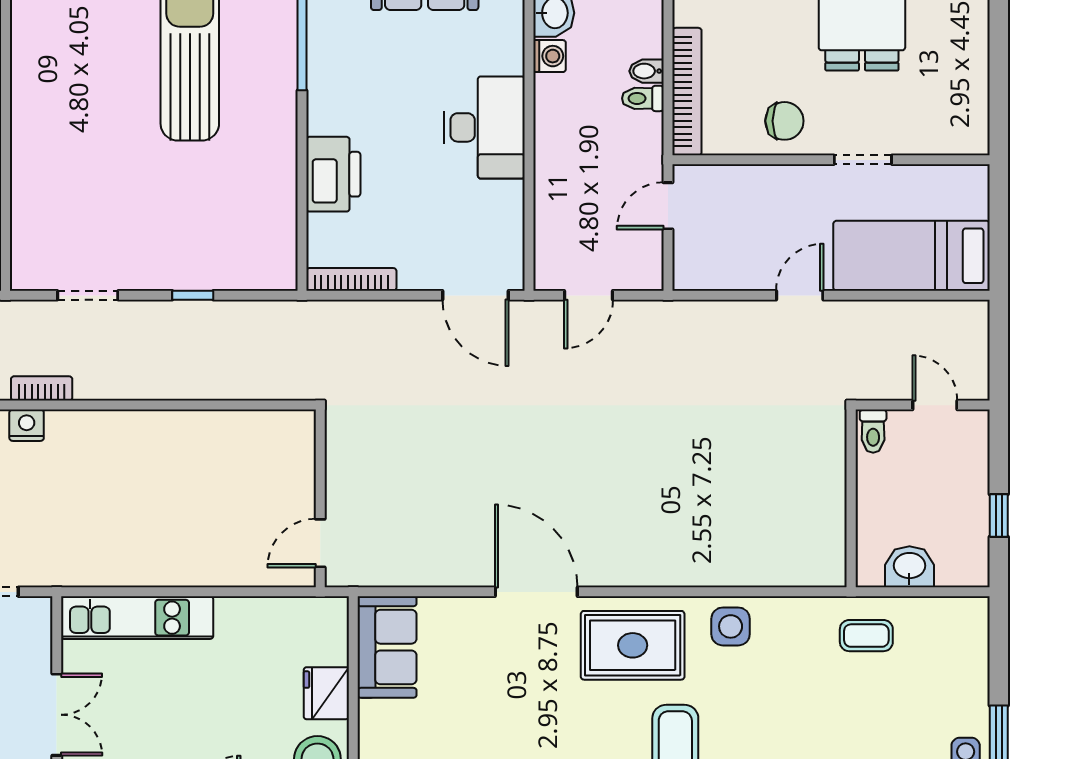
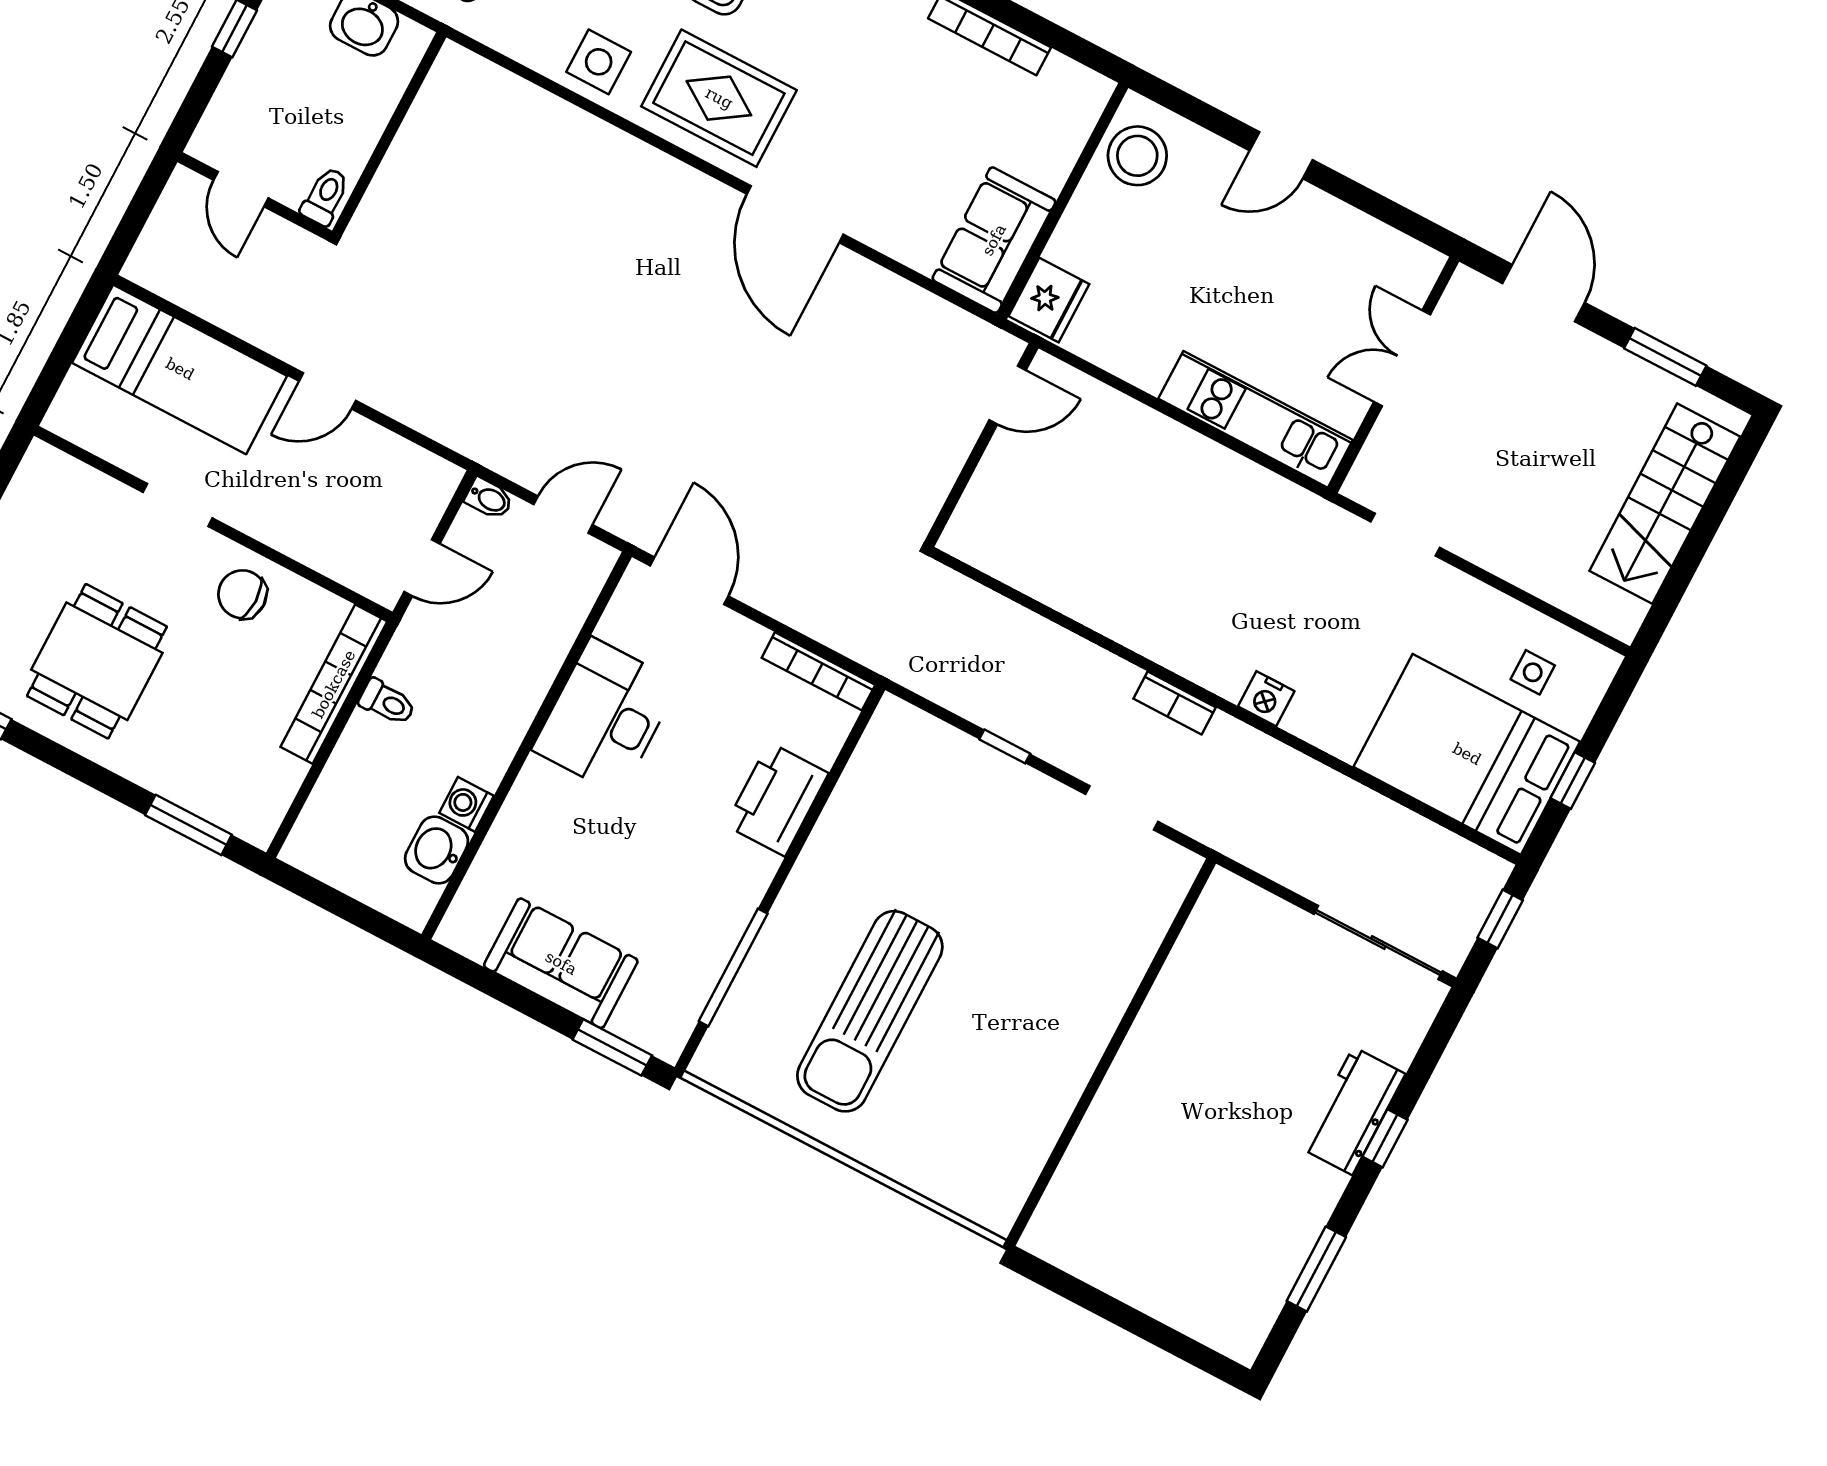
bidet: (647, 71) -> (489, 499), moved
desk: (484, 127) -> (605, 716), moved
bookcase: (42, 388) -> (1175, 703), moved
fridge: (326, 693) -> (1049, 300), moved

